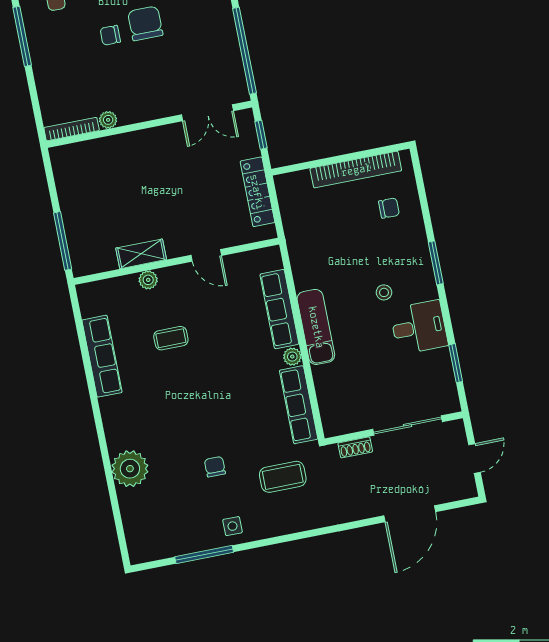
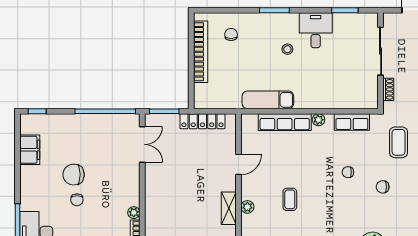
window: (261, 135) -> (164, 111), width x1.50
exam couch: (316, 327) -> (268, 100), moved
row of seats: (299, 405) -> (352, 122), width x0.68
chair: (226, 413) -> (348, 172), added

